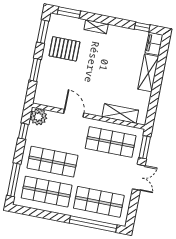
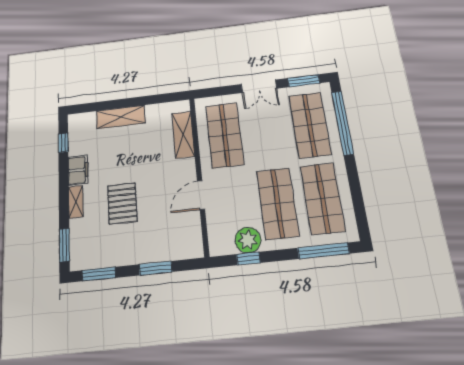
filing cabinet: (154, 44) -> (78, 170), moved, turned -90
pallet: (64, 49) -> (122, 203), moved
plant: (38, 117) -> (248, 240), moved
window: (145, 147) -> (304, 81), moved
double door: (139, 177) -> (259, 86), swing flipped

